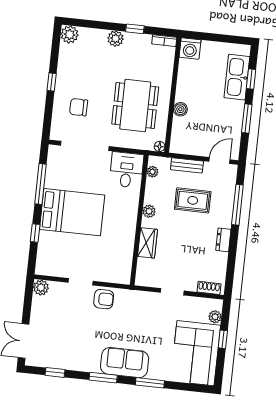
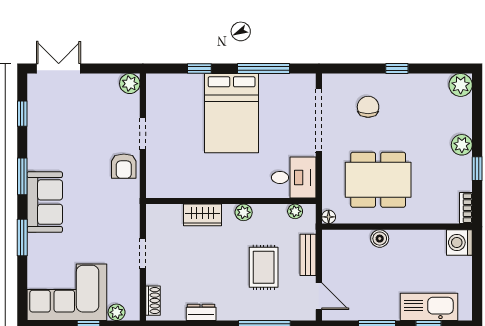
dresser: (223, 240) -> (201, 312), moved

